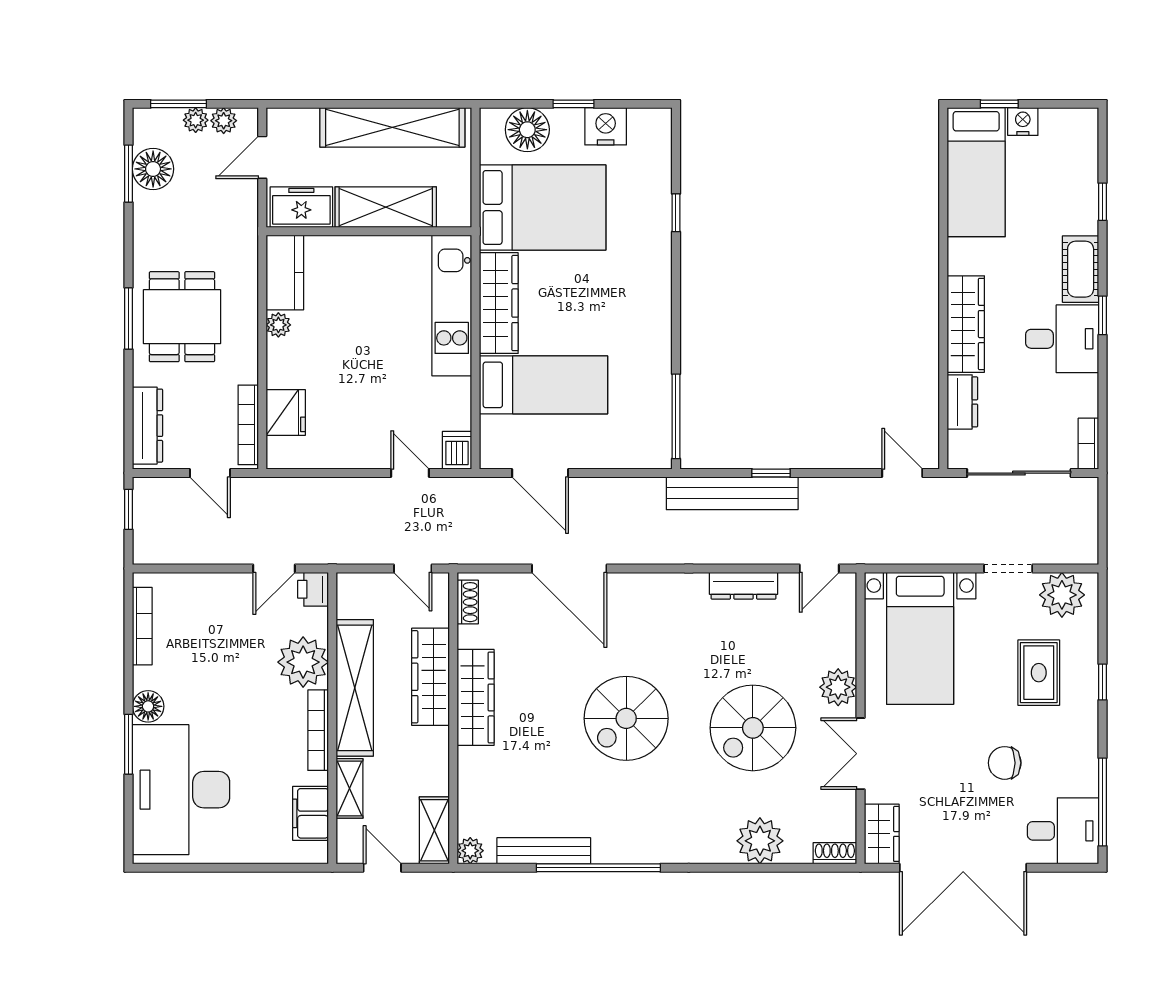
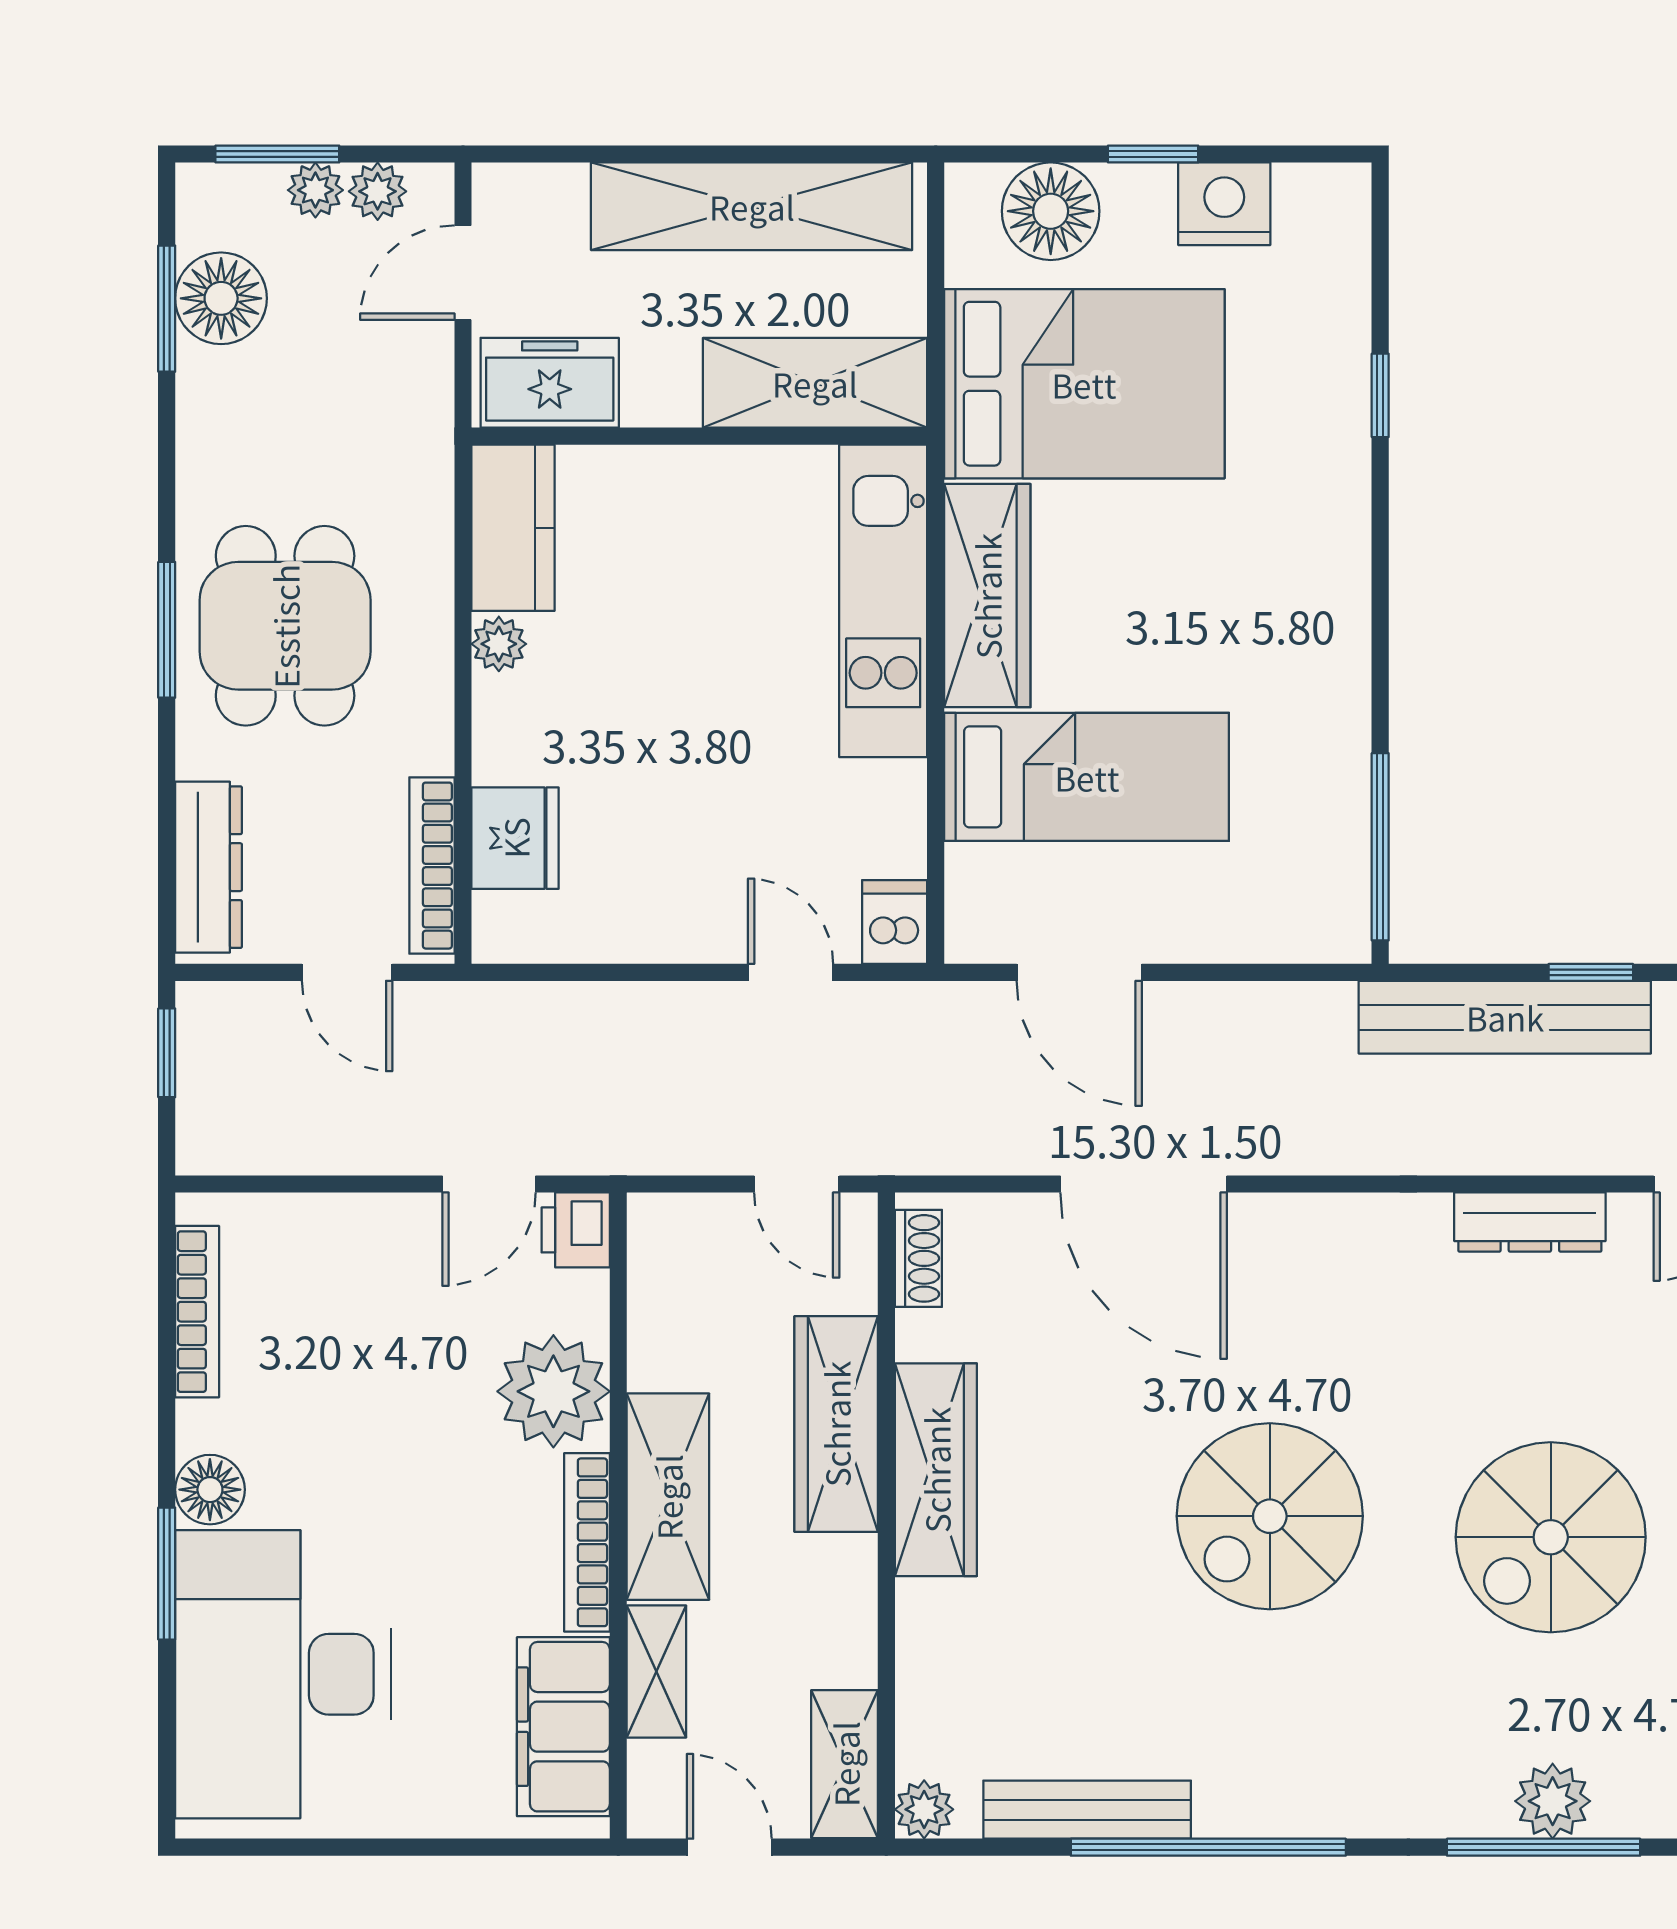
shelving: (386, 207) -> (815, 383), moved
shelving: (355, 688) -> (668, 1497), width x0.68
filing cabinet: (310, 813) -> (563, 1727), width x1.50, depth x1.17
plant: (760, 841) -> (1553, 1801), width x0.73, depth x0.73
window: (750, 868) -> (1544, 1847), added

